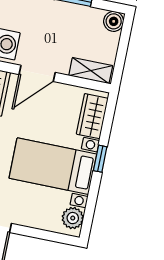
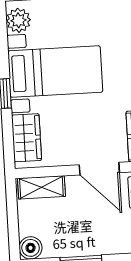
door: (37, 73) -> (99, 169), swing flipped

